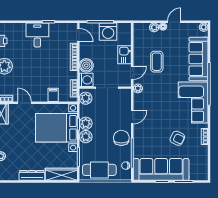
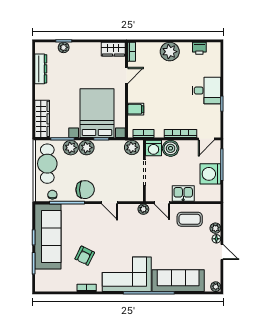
coffee table: (157, 62) -> (190, 219), moved
plant: (86, 123) -> (71, 148), moved
dresser: (32, 175) -> (41, 69), moved

